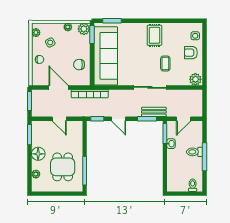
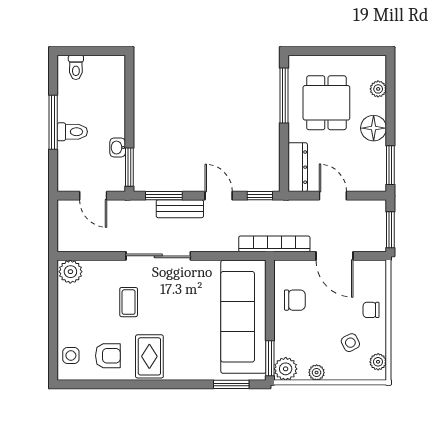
armchair: (191, 53) -> (108, 356), moved
bench: (154, 112) -> (180, 209), moved
door: (184, 119) -> (93, 196), swing flipped
dresser: (78, 134) -> (298, 167), added

